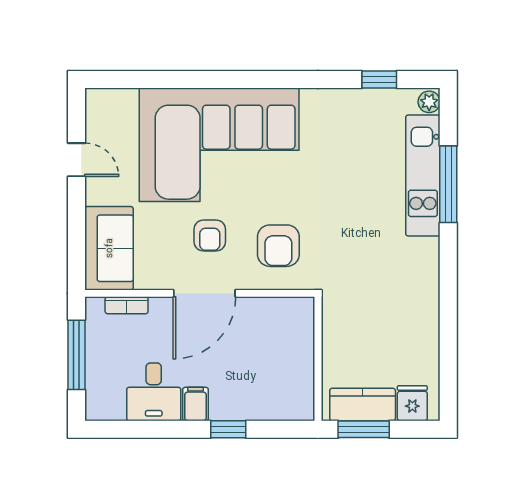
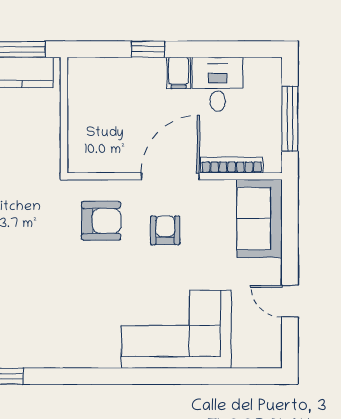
corner sofa: (219, 145) -> (176, 329), width x0.73, depth x0.74
armchair: (278, 246) -> (101, 221), turned 90
bookcase: (127, 305) -> (232, 165), width x1.56

